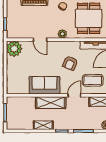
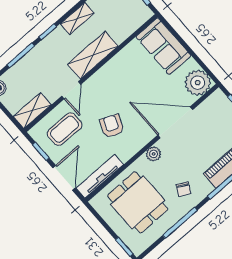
door: (40, 40) -> (175, 122), width x1.87
sofa: (44, 85) -> (163, 46), moved, turned 90

